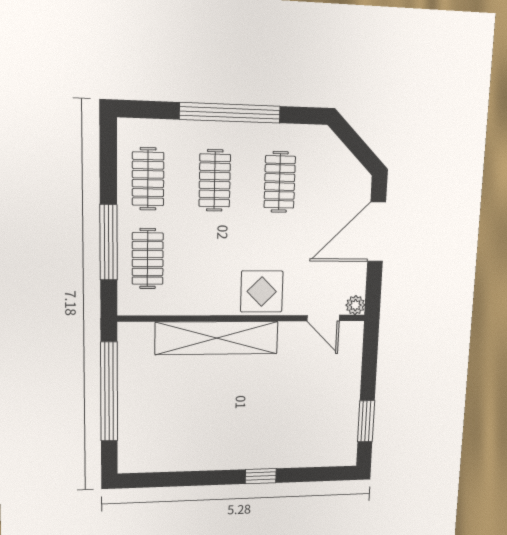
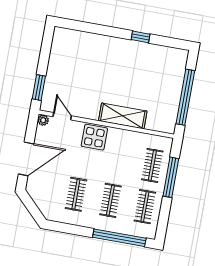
window: (230, 113) -> (119, 238), moved
shelving: (217, 338) -> (123, 116), width x0.68
window: (366, 421) -> (39, 88), moved
window: (261, 476) -> (140, 37), moved

